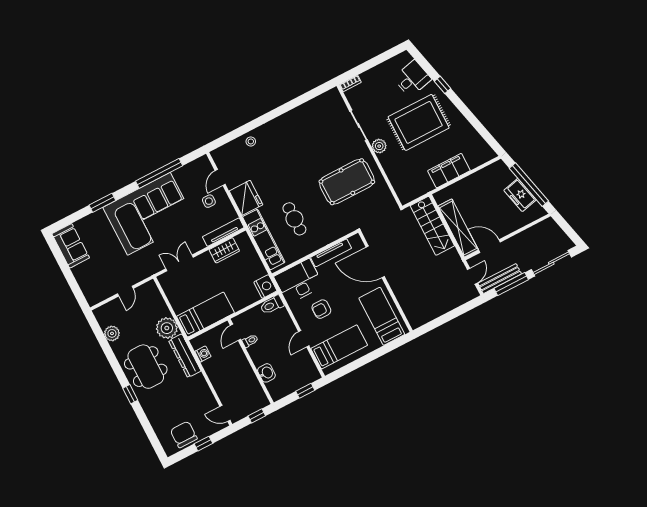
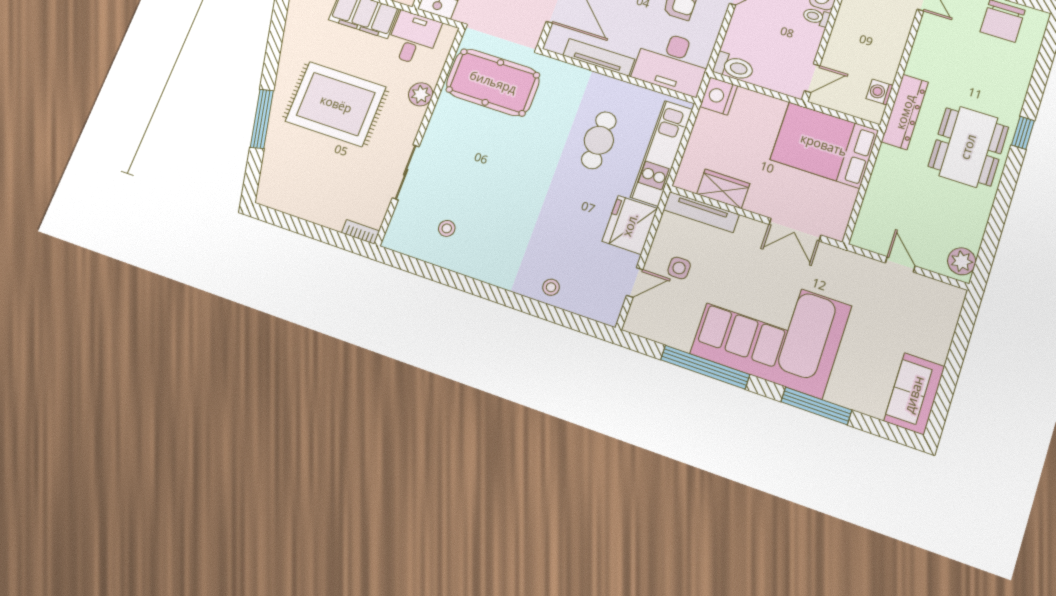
desk: (412, 79) -> (413, 38), moved, turned 104
window: (442, 85) -> (262, 119), width x2.17
stool: (317, 121) -> (447, 228), added
plant: (379, 146) -> (421, 94), moved
pool table: (347, 182) -> (493, 82), moved
window: (102, 203) -> (816, 406), width x1.44
door: (125, 291) -> (900, 264), hinge flipped
bed: (206, 315) -> (824, 145), width x1.50
plant: (167, 328) -> (893, 167), removed
plant: (112, 333) -> (962, 261), moved
toilet: (250, 341) -> (816, 17), moved

